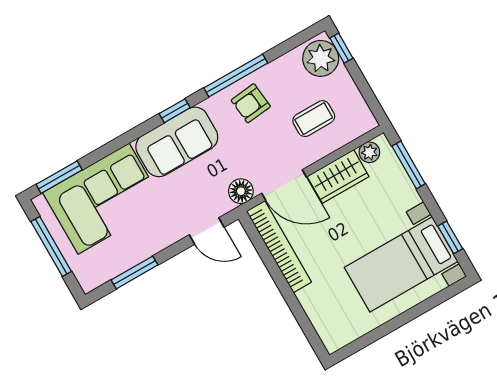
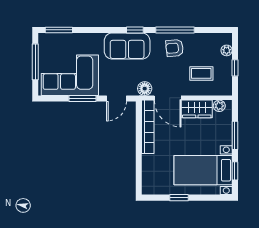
window: (341, 48) -> (235, 68), moved
plant: (321, 58) -> (227, 50), width x0.53, depth x0.53
window: (409, 165) -> (235, 135), moved
corner sofa: (104, 199) -> (70, 75), moved, turned 180
door: (207, 231) -> (117, 98), hinge flipped
window: (135, 272) -> (83, 98), moved
window: (389, 327) -> (179, 198), added

